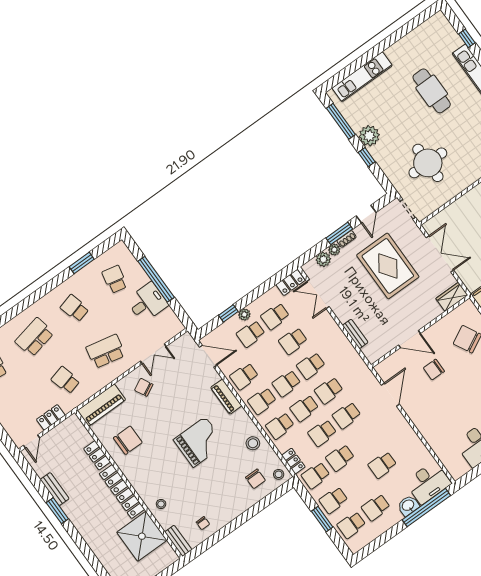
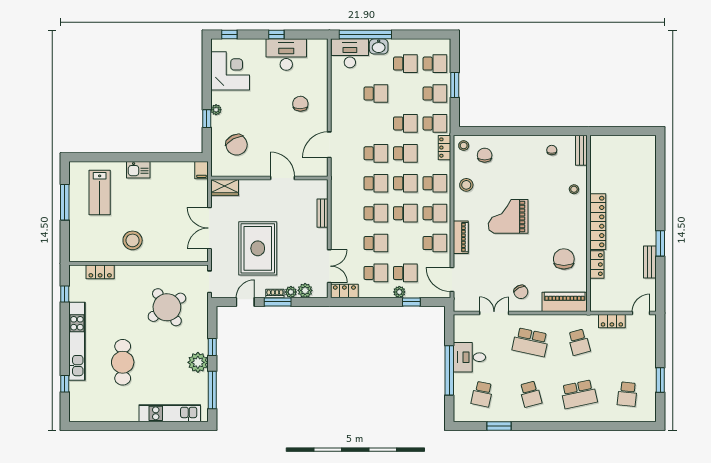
round table: (428, 163) -> (167, 307), turned -34
chair: (434, 370) -> (300, 104), moved, turned -91
chair: (128, 440) -> (564, 259), turned 90
shower: (142, 536) -> (608, 175), removed

